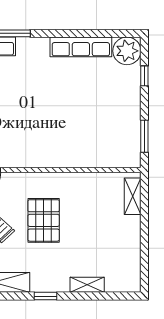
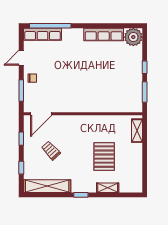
window: (144, 76) -> (145, 67), moved
pallet: (44, 220) -> (104, 157), moved

